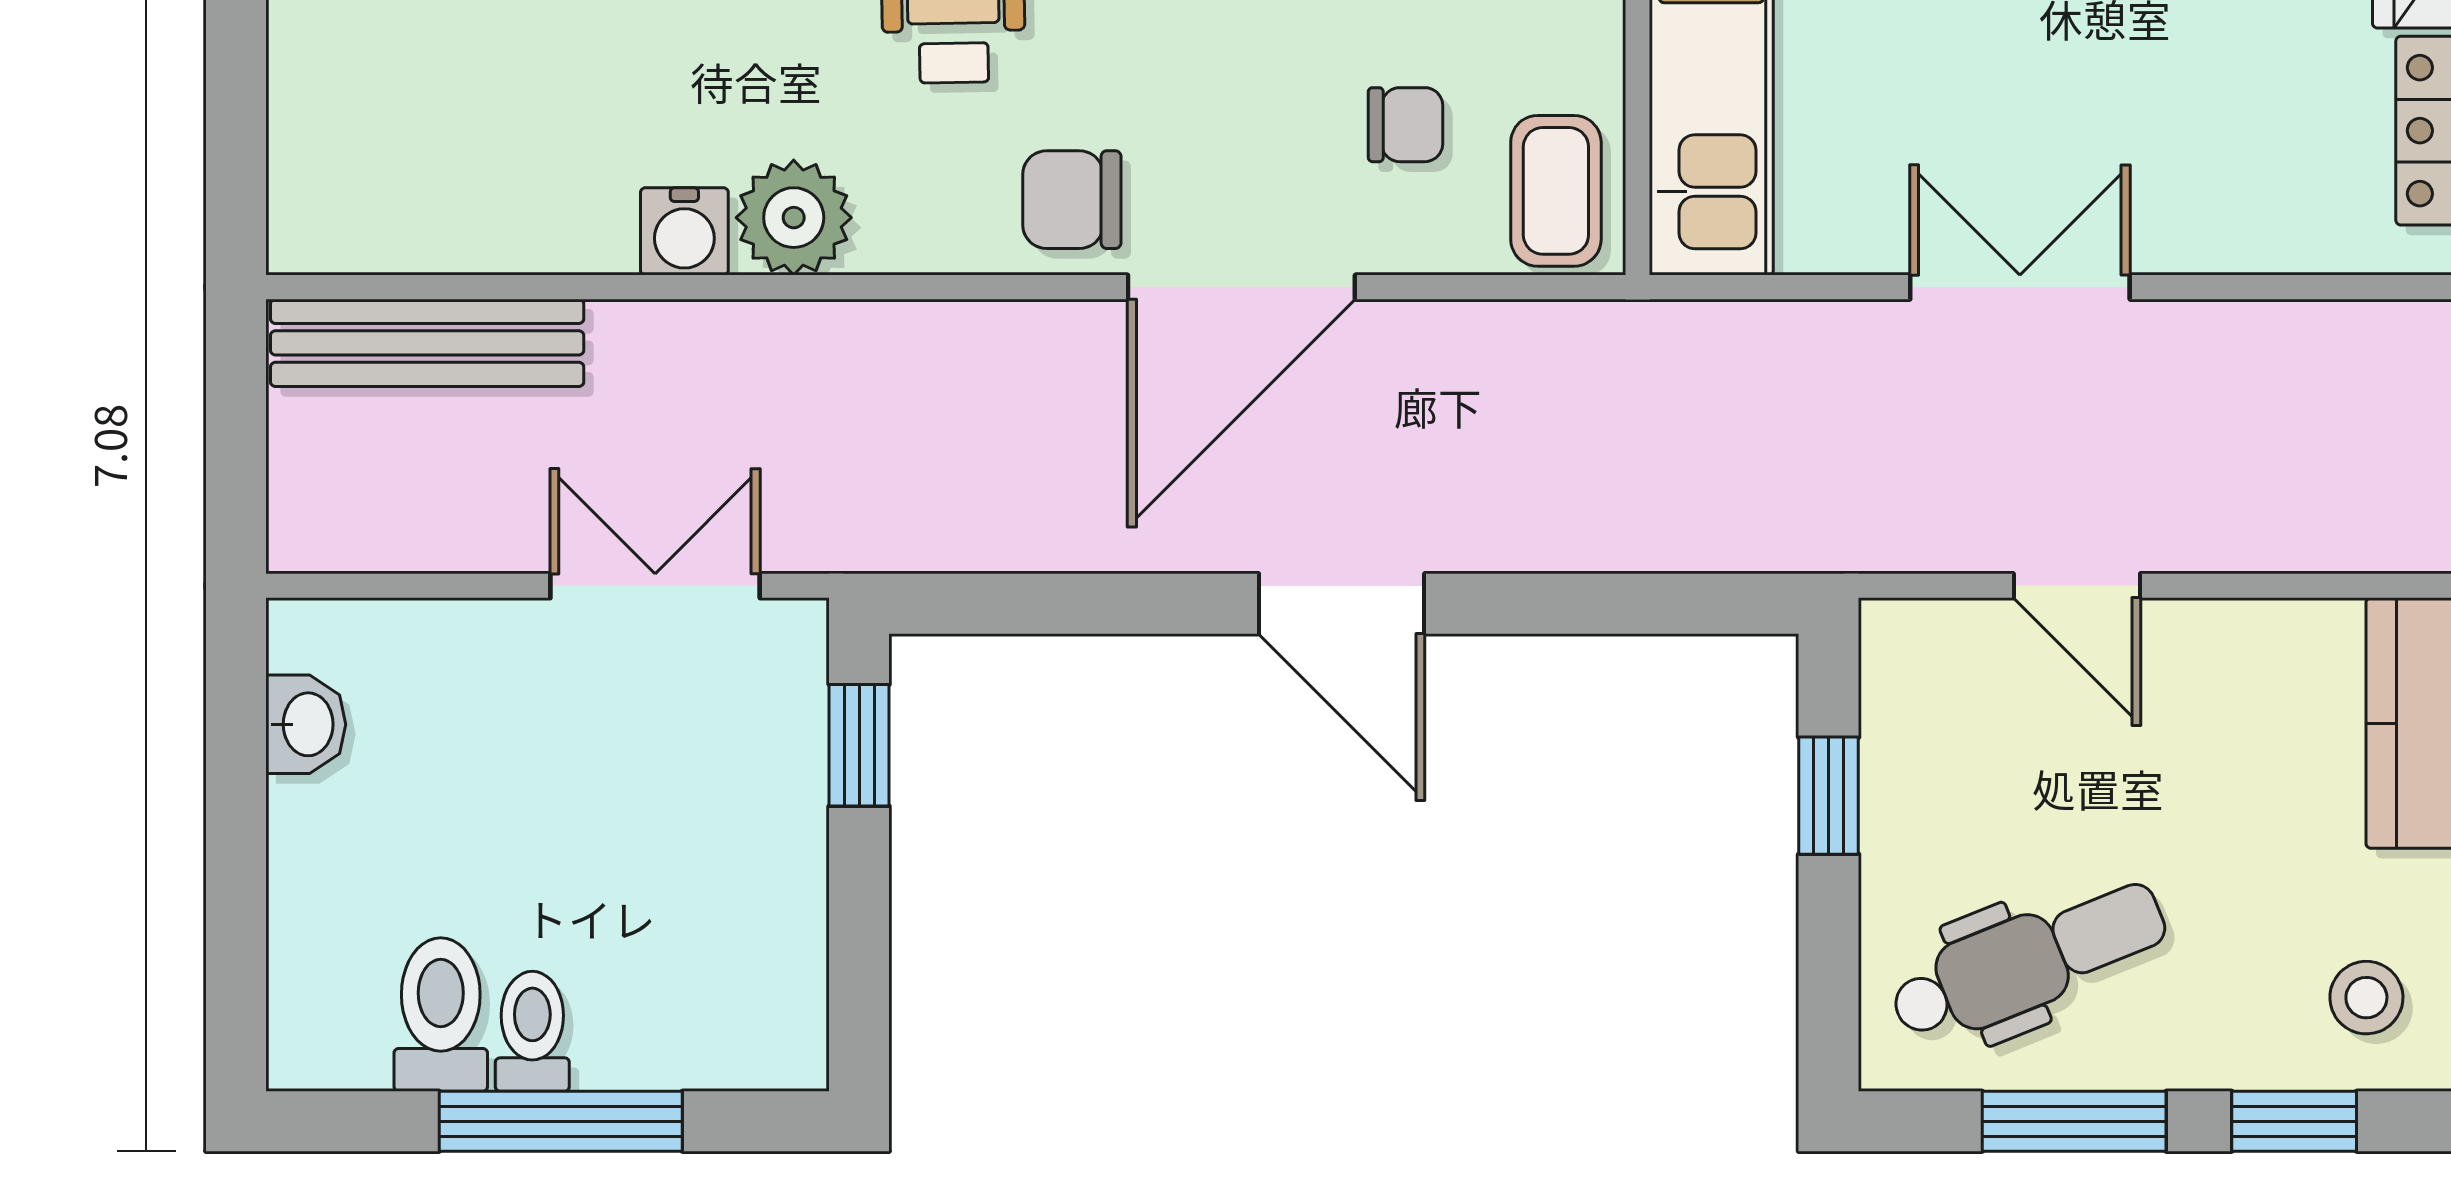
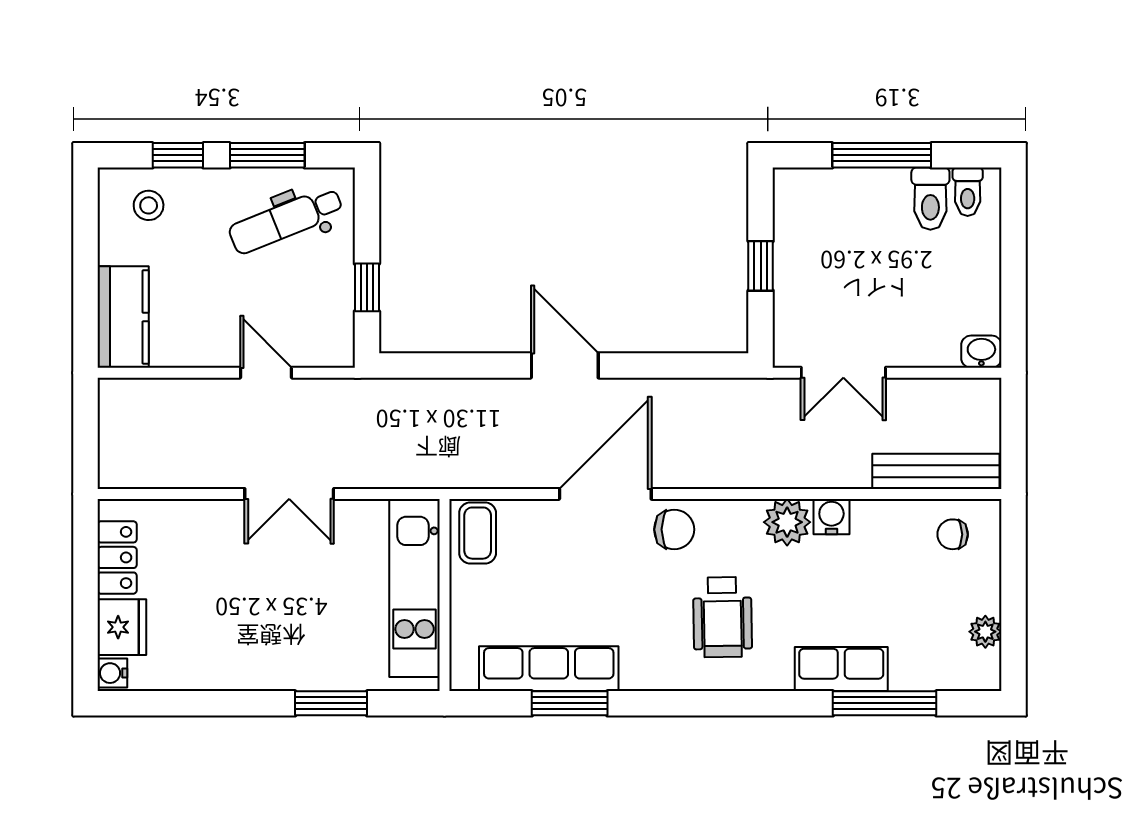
chair: (1406, 125) -> (953, 534), moved
washbasin: (306, 724) -> (981, 352), moved, turned 90
window: (859, 745) -> (761, 266), moved
toilet: (532, 1031) -> (968, 192), moved

